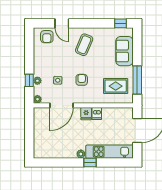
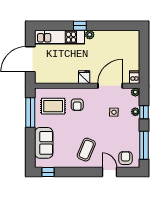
window: (29, 49) -> (144, 145), added
armchair: (82, 80) -> (77, 105), moved
dishwasher: (97, 113) -> (135, 77), moved

